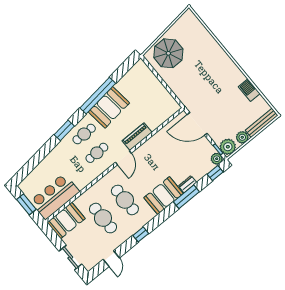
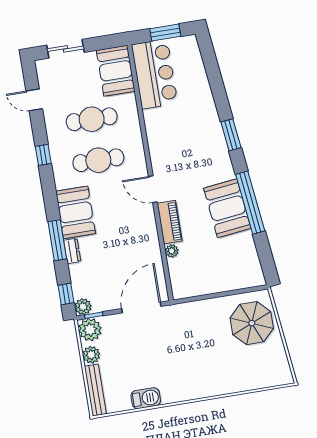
plant: (153, 125) -> (172, 251), added
cafe table: (84, 134) -> (212, 157), removed
cafe table: (97, 153) -> (179, 159), removed

